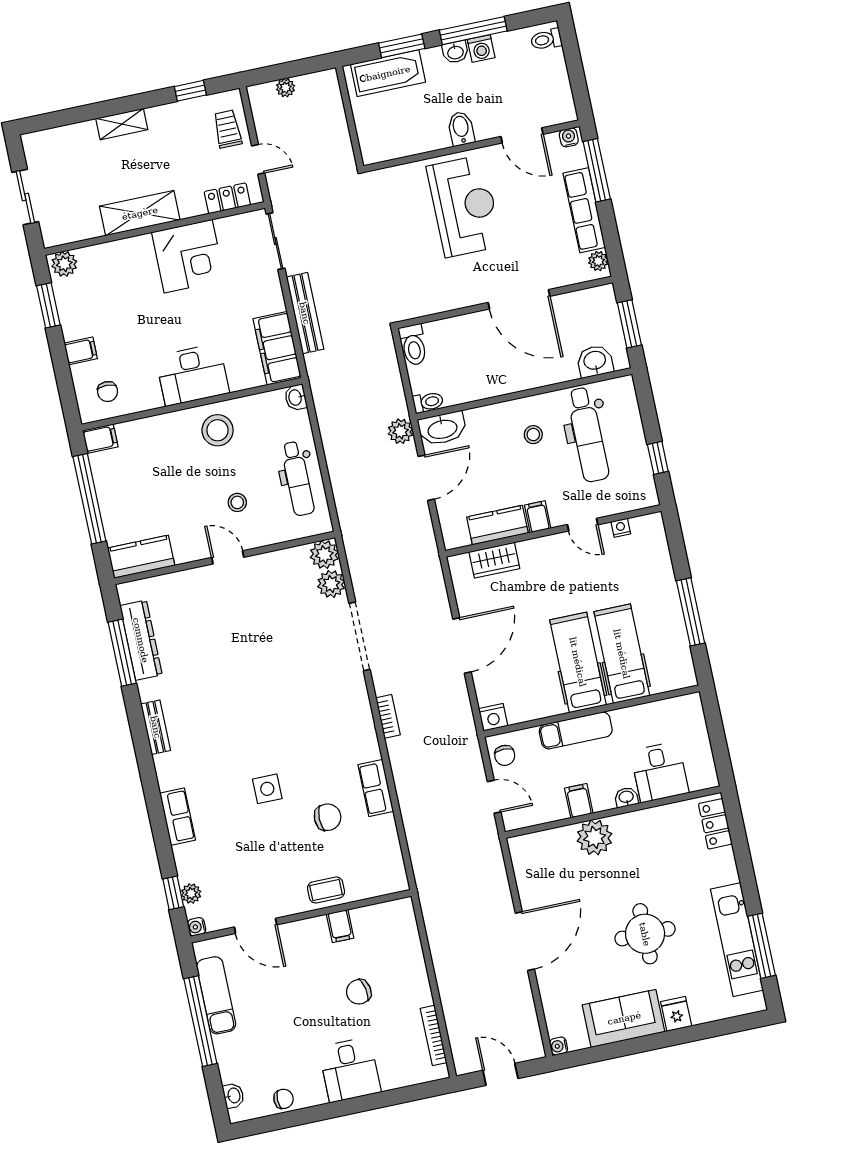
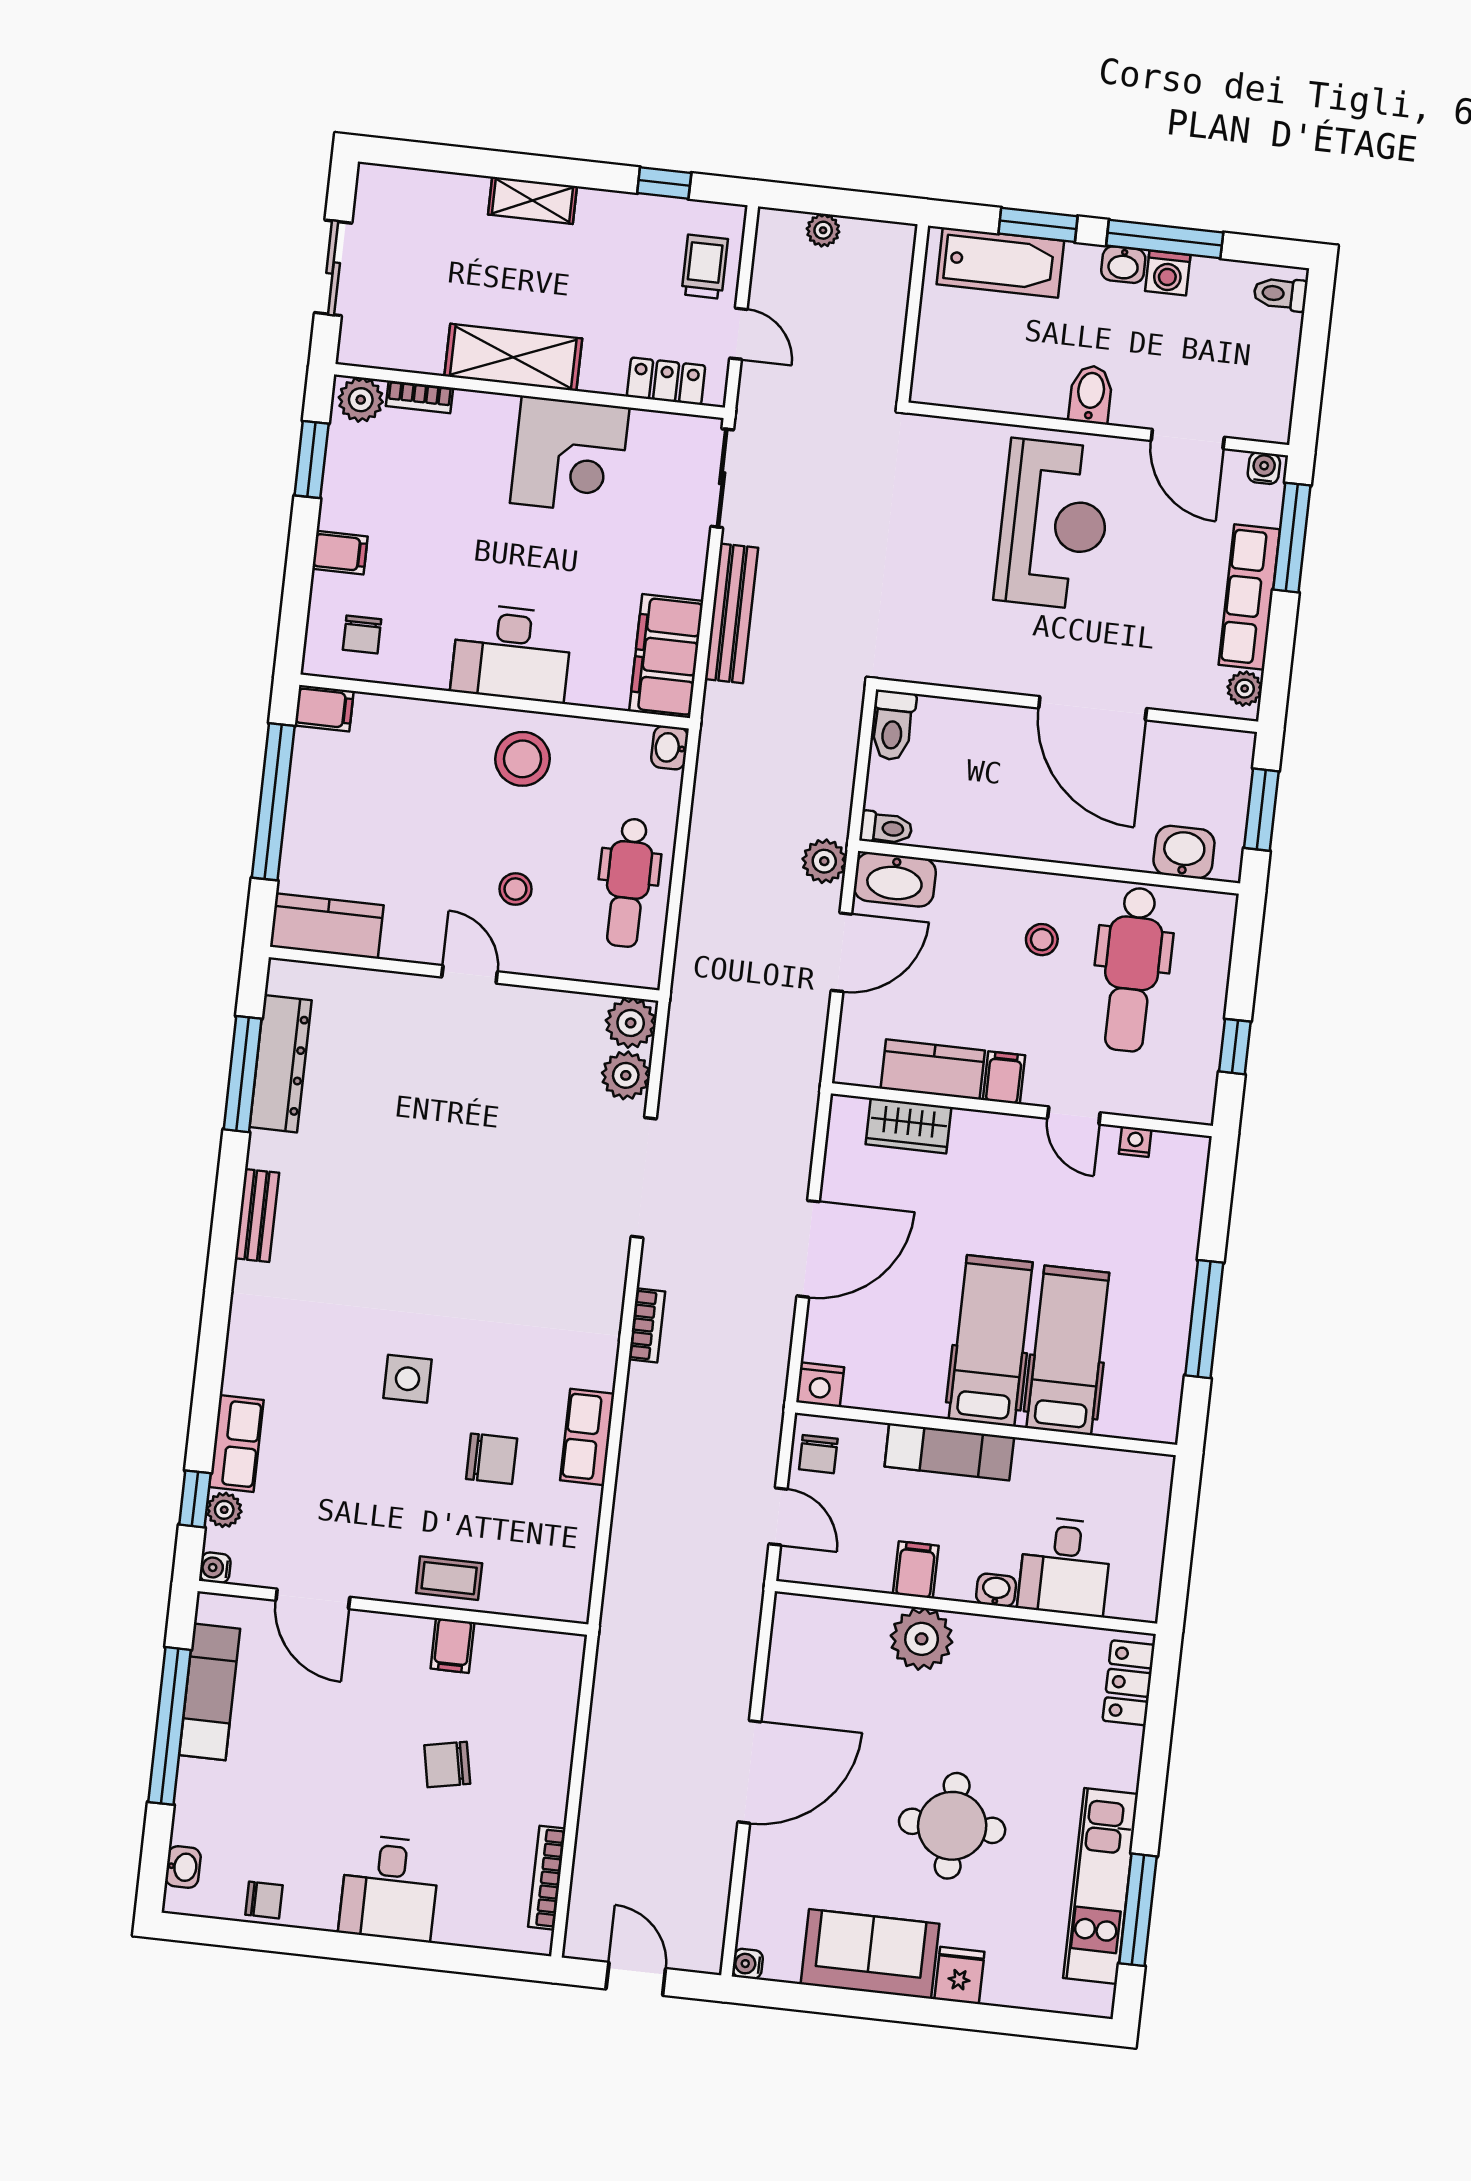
bookcase: (96, 252) -> (420, 397), added
row of seats: (178, 817) -> (236, 1444), moved

